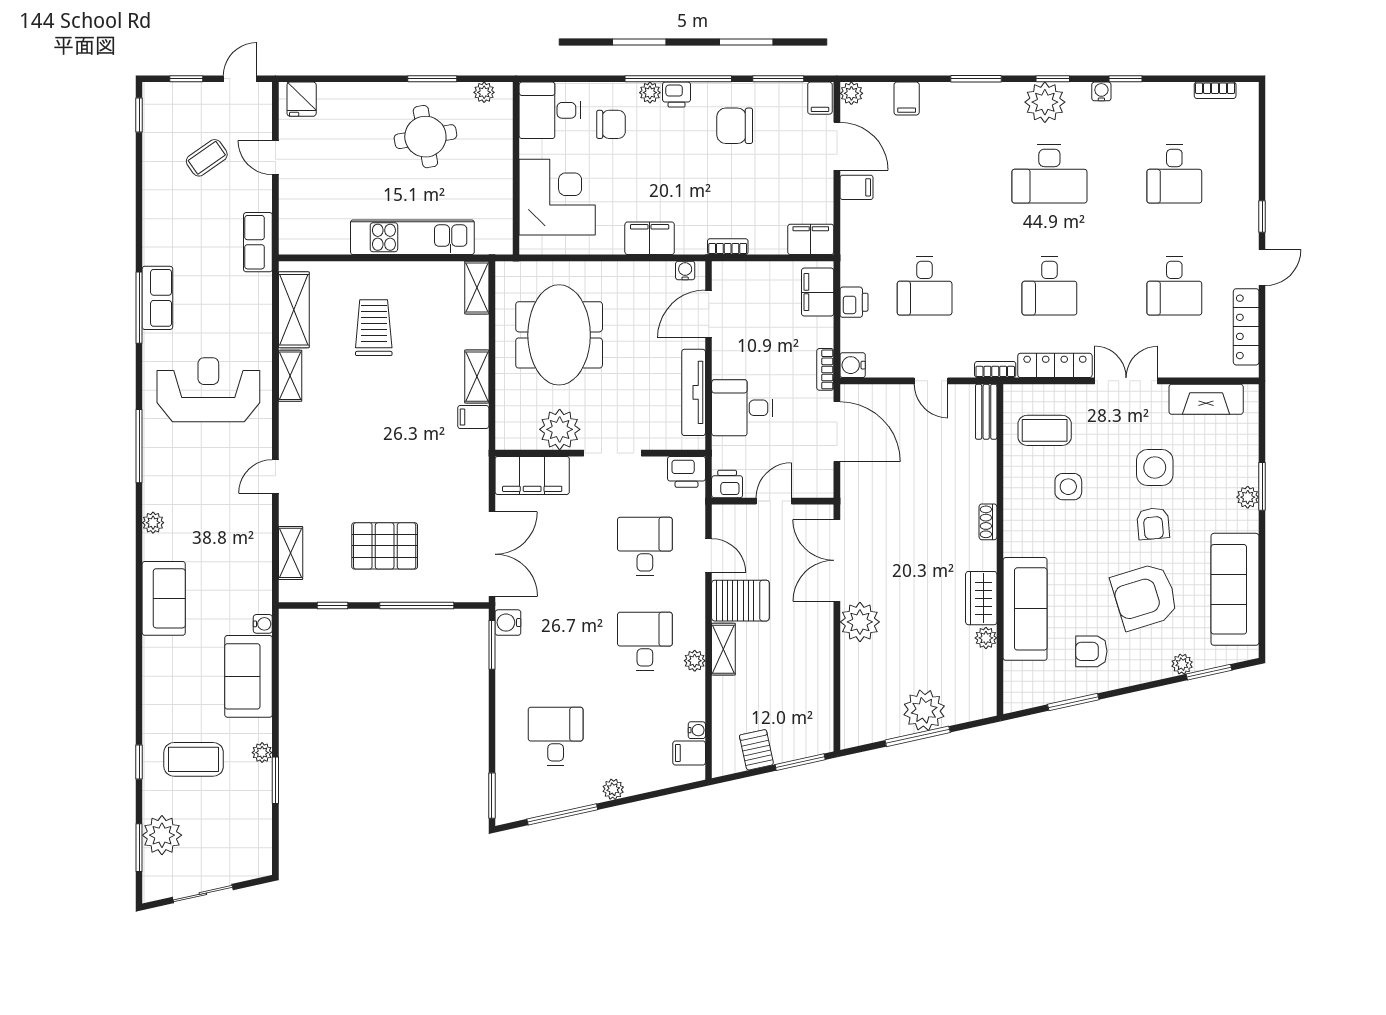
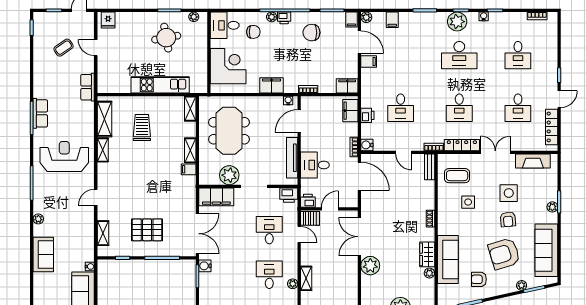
server rack: (740, 601) -> (310, 218), moved, width x0.73, depth x0.70

